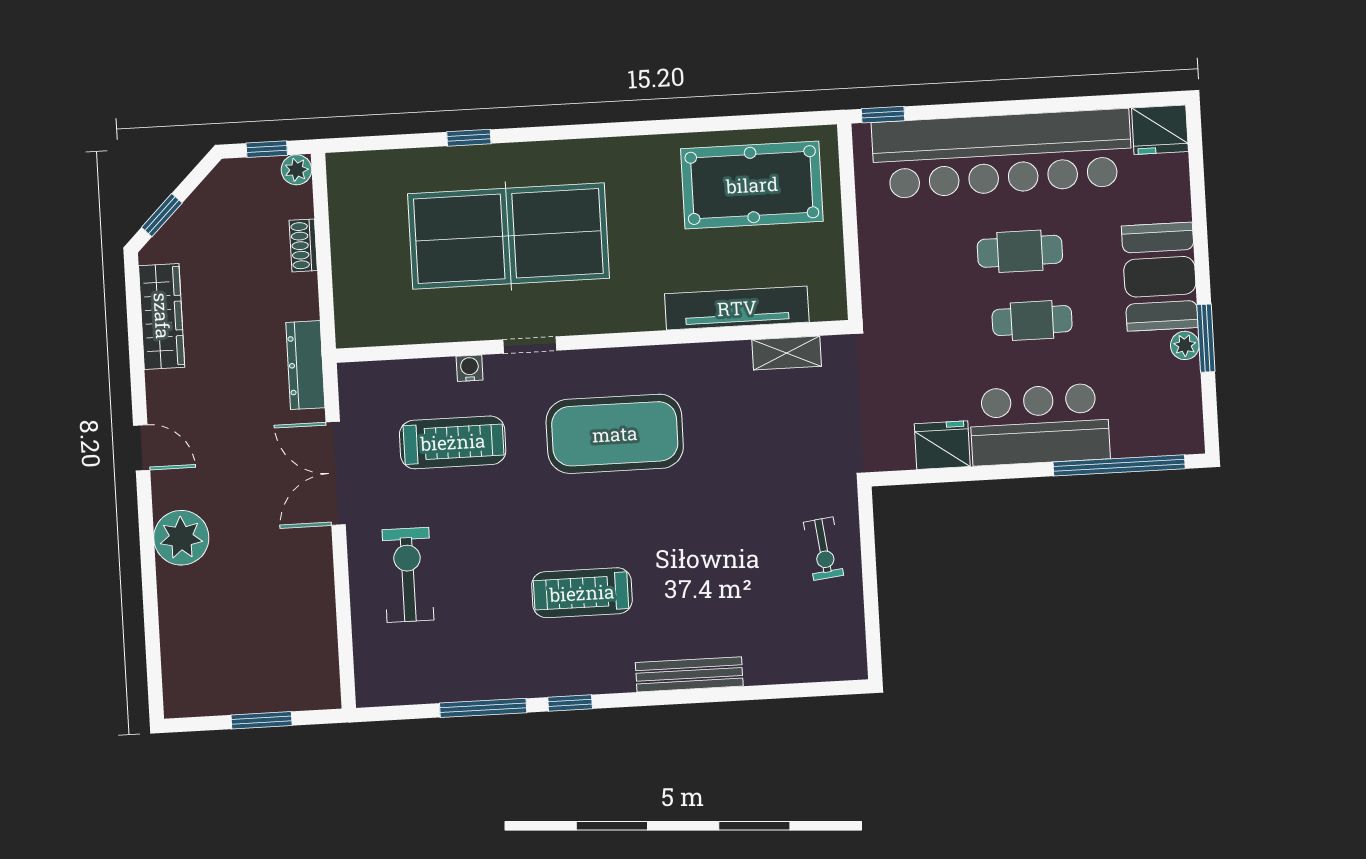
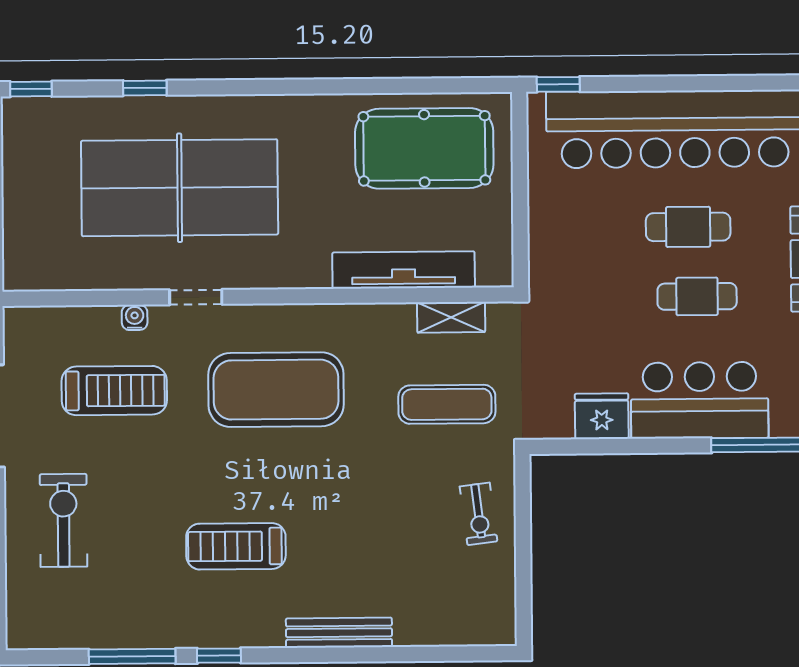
window: (355, 144) -> (31, 89), added
exercise mat: (787, 440) -> (447, 404), added

